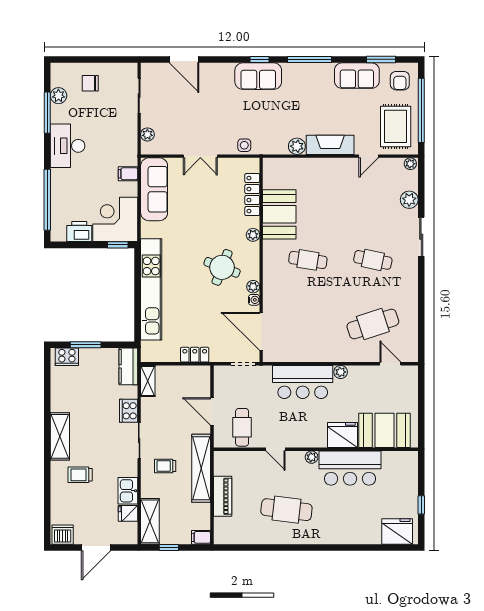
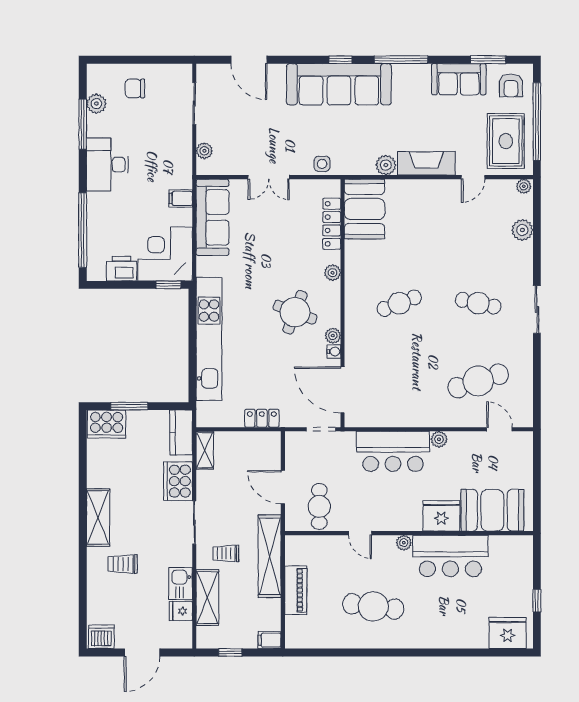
sofa: (258, 76) -> (339, 84), width x1.85, depth x1.27
booth: (279, 214) -> (365, 209), moved
sliding door: (421, 237) -> (537, 309), moved
cafe table: (308, 260) -> (399, 303), turned -30
cooker: (67, 357) -> (107, 424), width x1.37, depth x1.31
cooker: (129, 411) -> (178, 481), width x1.37, depth x1.31
shelving: (150, 521) -> (207, 598), moved

